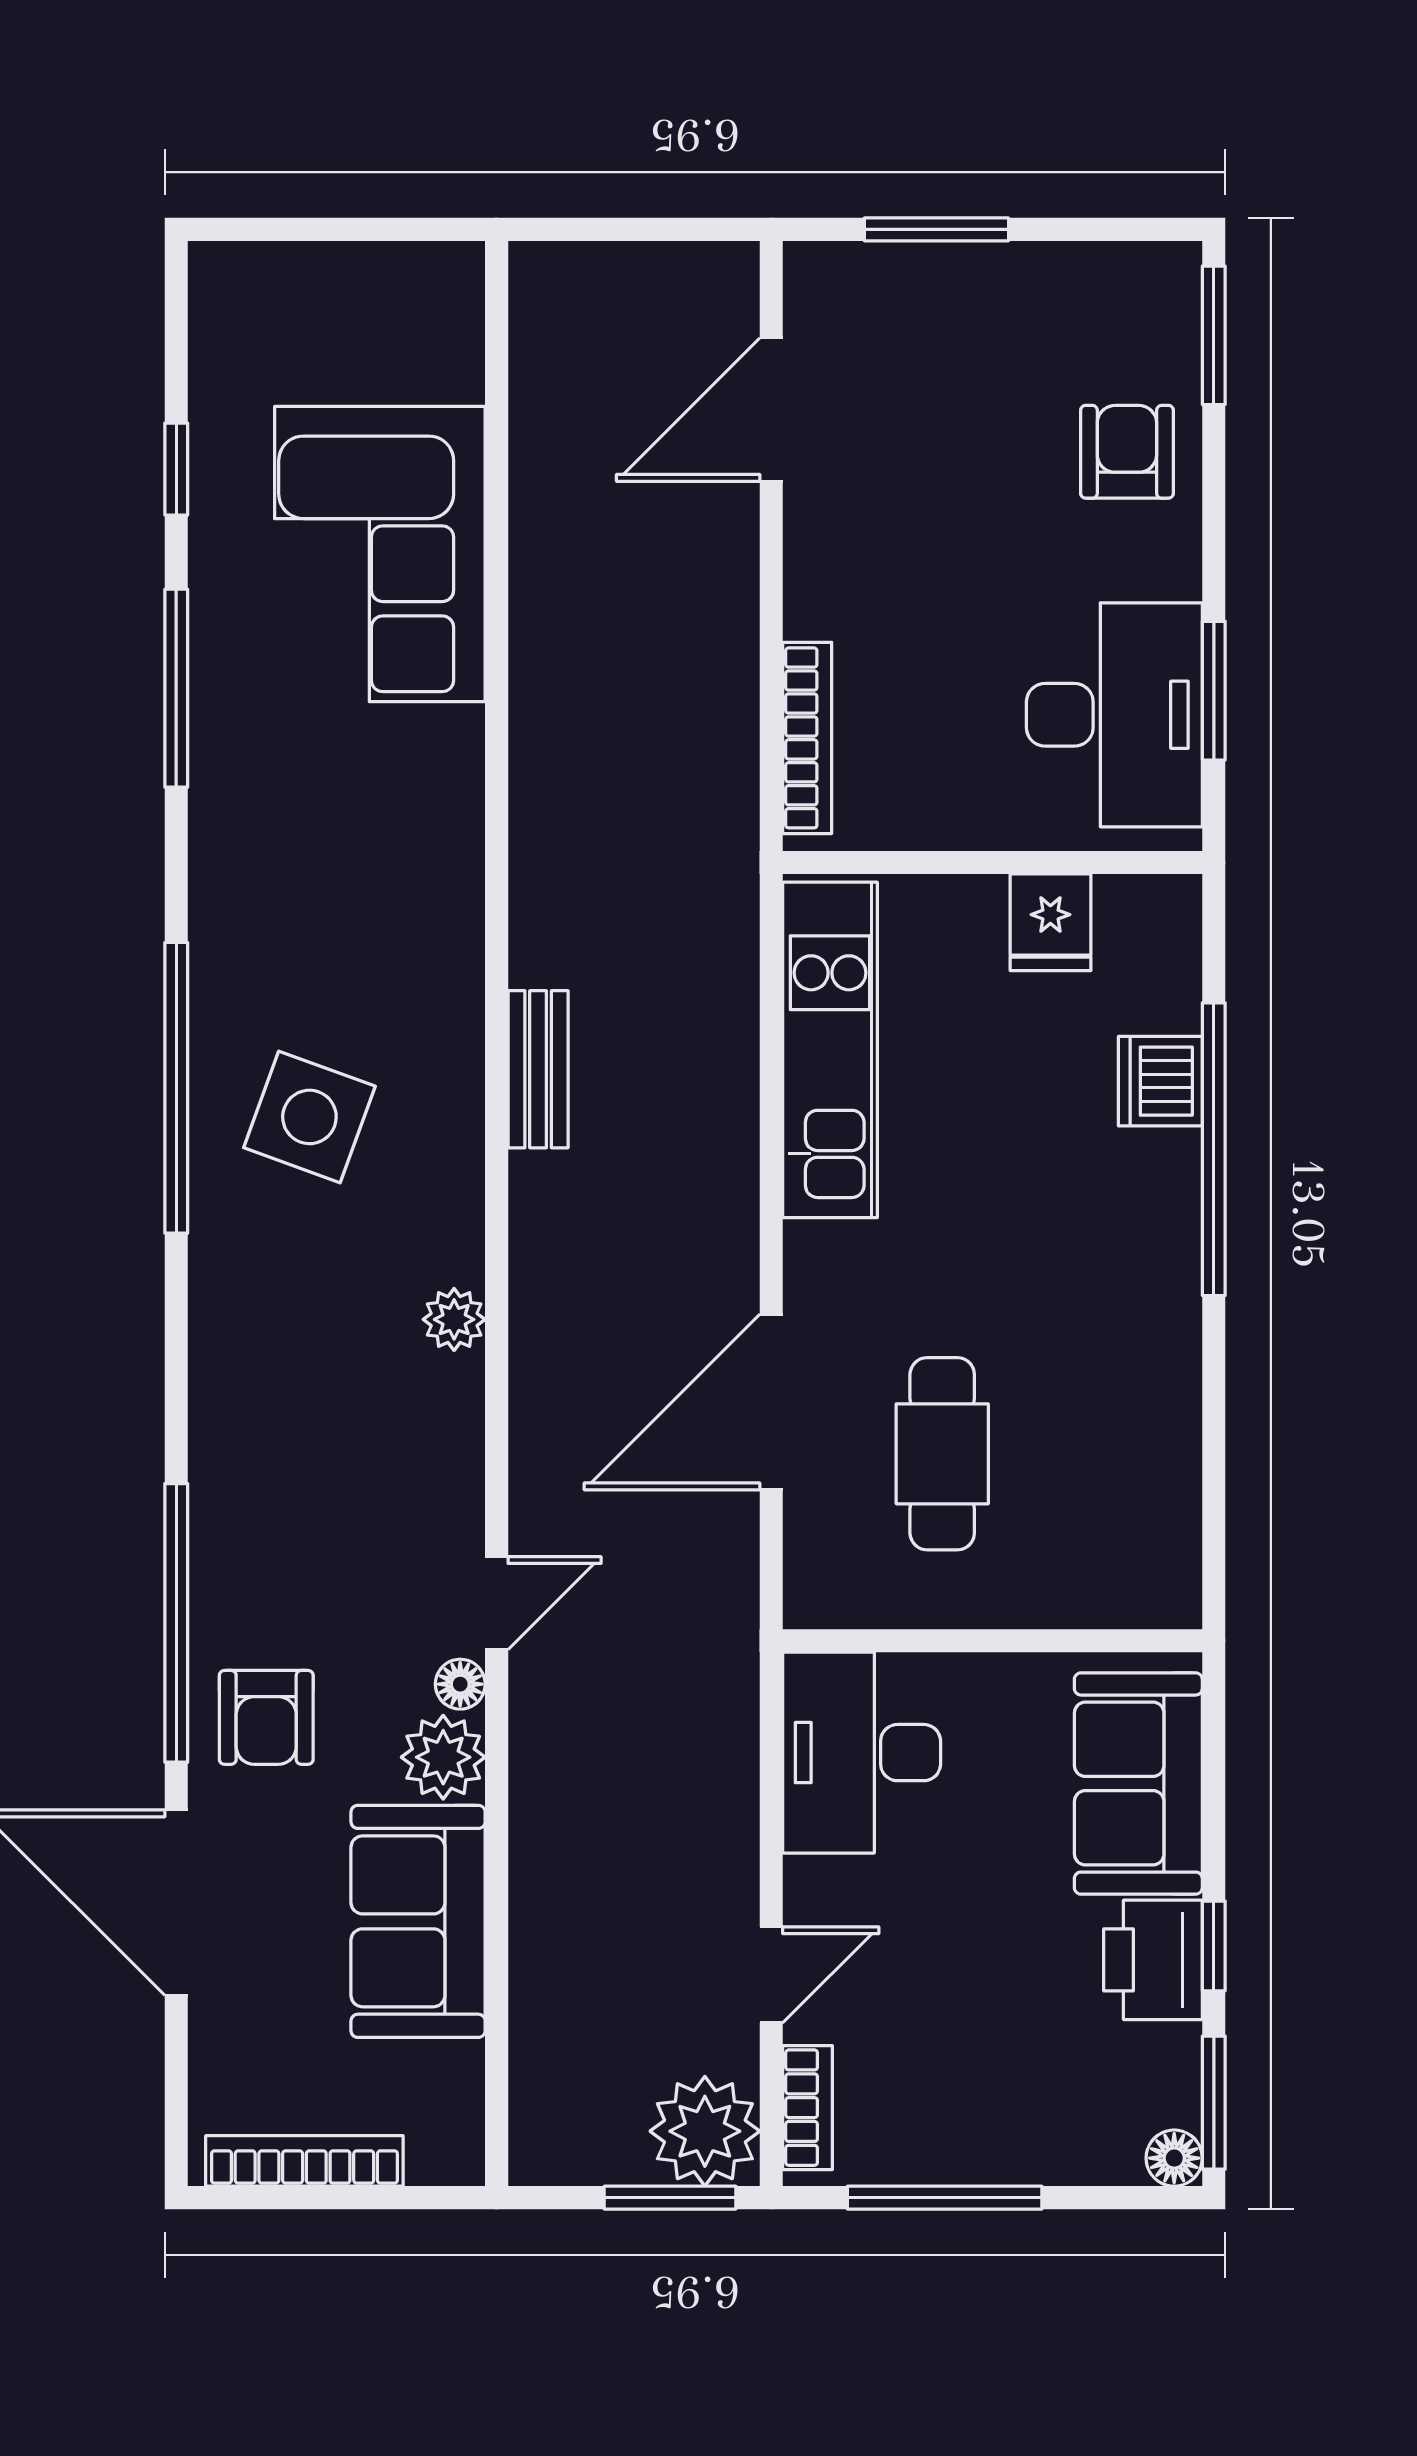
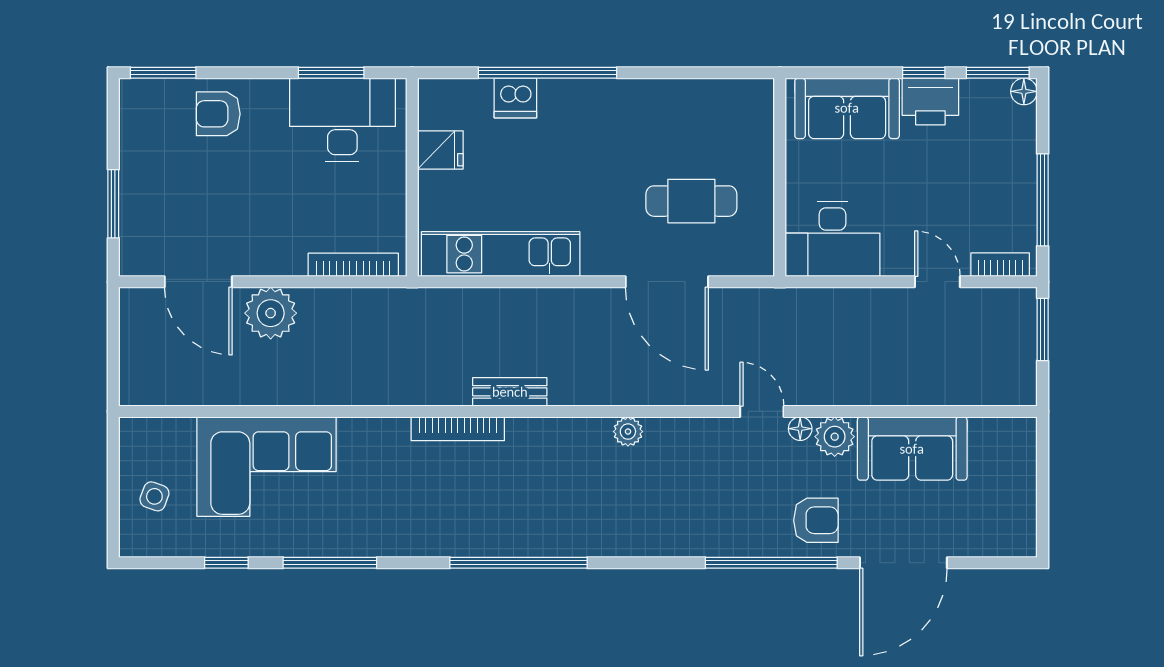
side table: (309, 1117) -> (154, 496), moved, width x0.54, depth x0.54
plant: (705, 2131) -> (271, 313), moved
bookcase: (304, 2161) -> (458, 429), moved, turned -90

